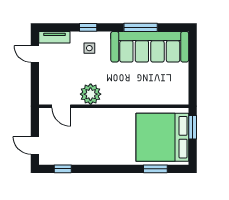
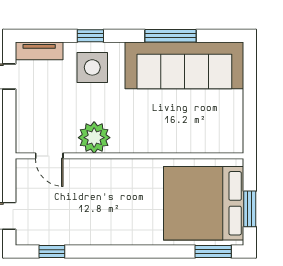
side table: (89, 48) -> (92, 67), width x1.87, depth x1.87
window: (193, 127) -> (250, 209), moved
window: (155, 169) -> (213, 252), moved

